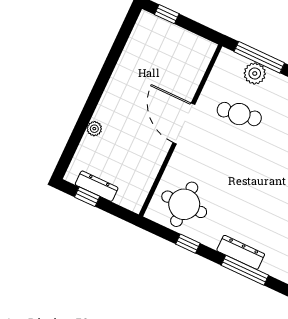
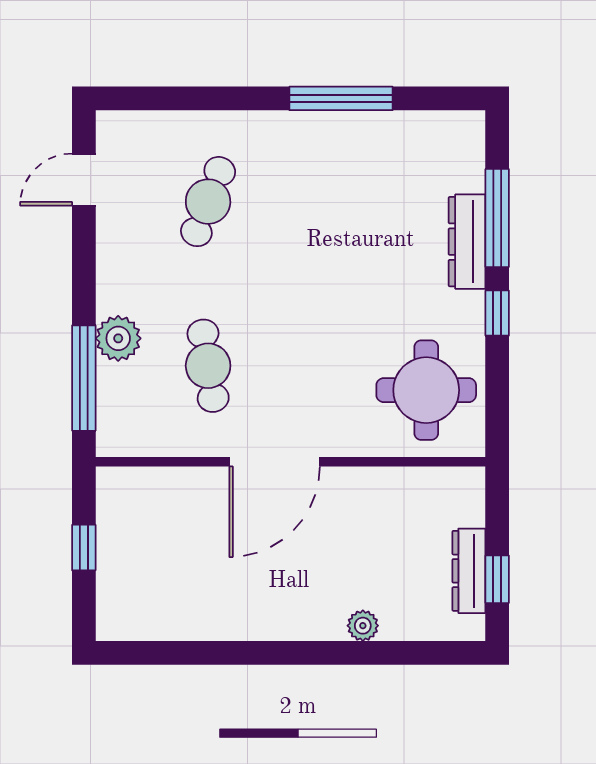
window: (167, 14) -> (84, 548), moved
plant: (255, 73) -> (118, 338), moved
window: (188, 244) -> (497, 313), moved

